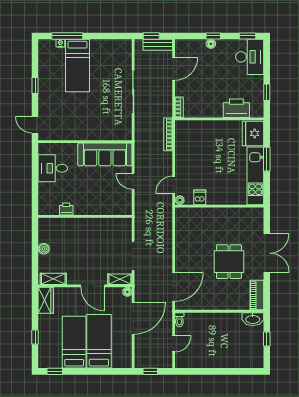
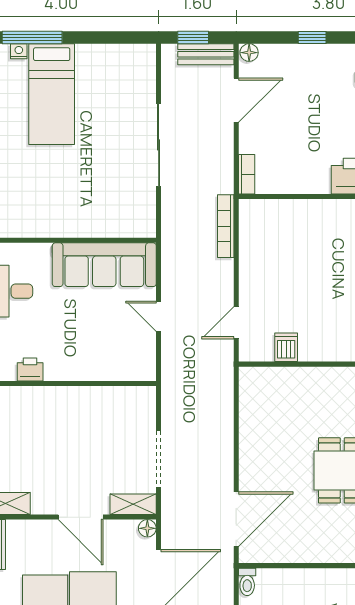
floor lamp: (211, 44) -> (249, 53), moved
plant: (180, 200) -> (248, 352), removed

